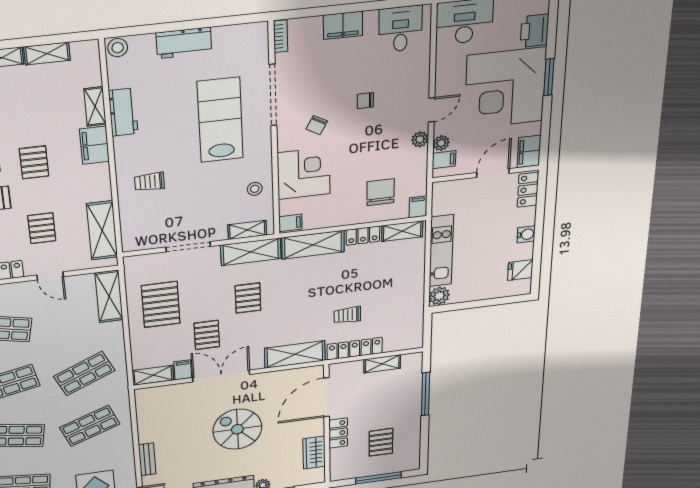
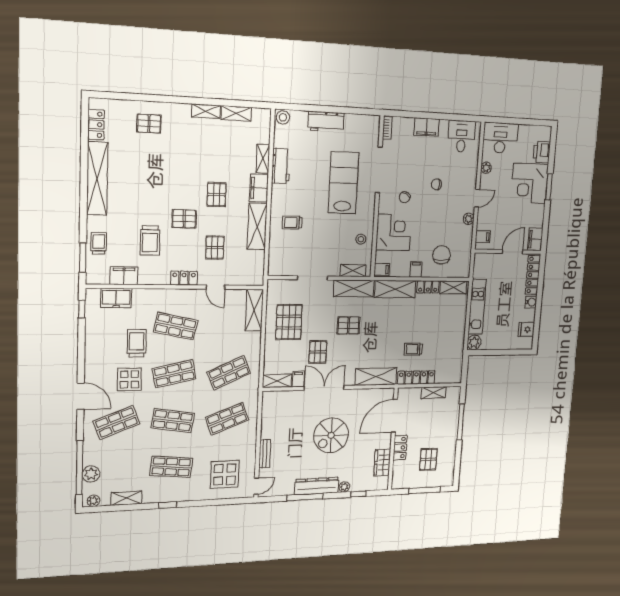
corner desk: (505, 88) -> (529, 183), width x0.74, depth x0.74
plant: (441, 143) -> (486, 168), moved
locker: (528, 190) -> (533, 275), width x1.53
filing cabinet: (418, 207) -> (416, 269), moved
shelving: (102, 230) -> (257, 226), moved
pallet: (248, 298) -> (348, 325), turned 90
spiral stairs: (237, 429) -> (331, 435), turned -90

